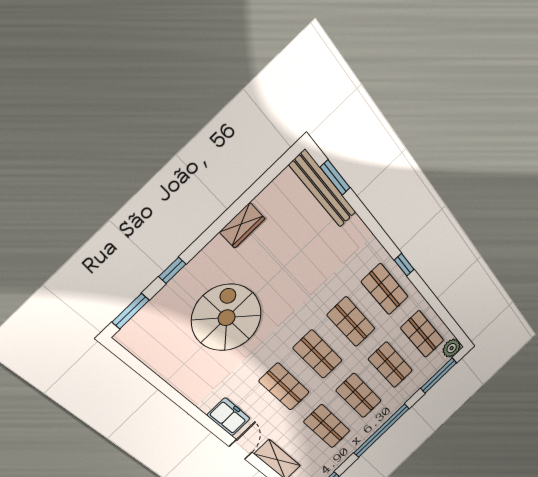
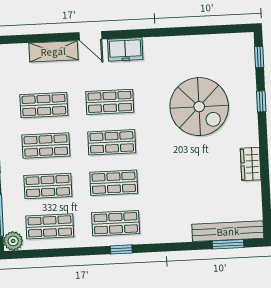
window: (131, 311) -> (259, 57), width x0.67

